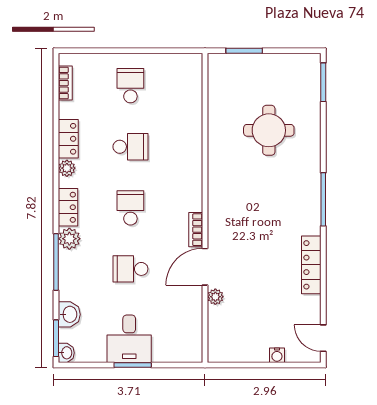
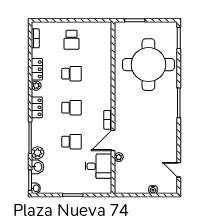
school desk: (130, 86) -> (72, 40), turned 180
round table: (269, 130) -> (148, 65), width x1.86, depth x1.86
school desk: (130, 208) -> (72, 108), turned 90
plant: (69, 239) -> (38, 153), moved
locker: (311, 265) -> (172, 139), removed
school desk: (130, 269) -> (72, 142), turned 180
door: (323, 338) -> (179, 170), moved
desk: (129, 339) -> (98, 166), moved, turned -90

